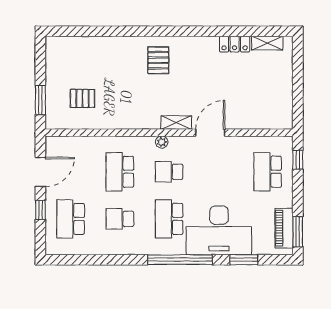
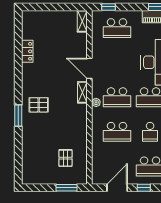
window: (143, 31) -> (18, 116), added
shelving: (267, 43) -> (82, 21), moved
door: (40, 172) -> (117, 188), hinge flipped
school desk: (169, 172) -> (117, 97), width x1.85

